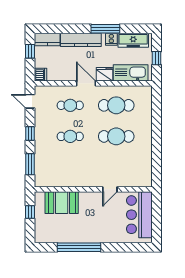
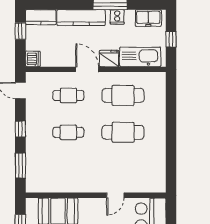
freezer: (133, 40) -> (148, 18), width x0.71

